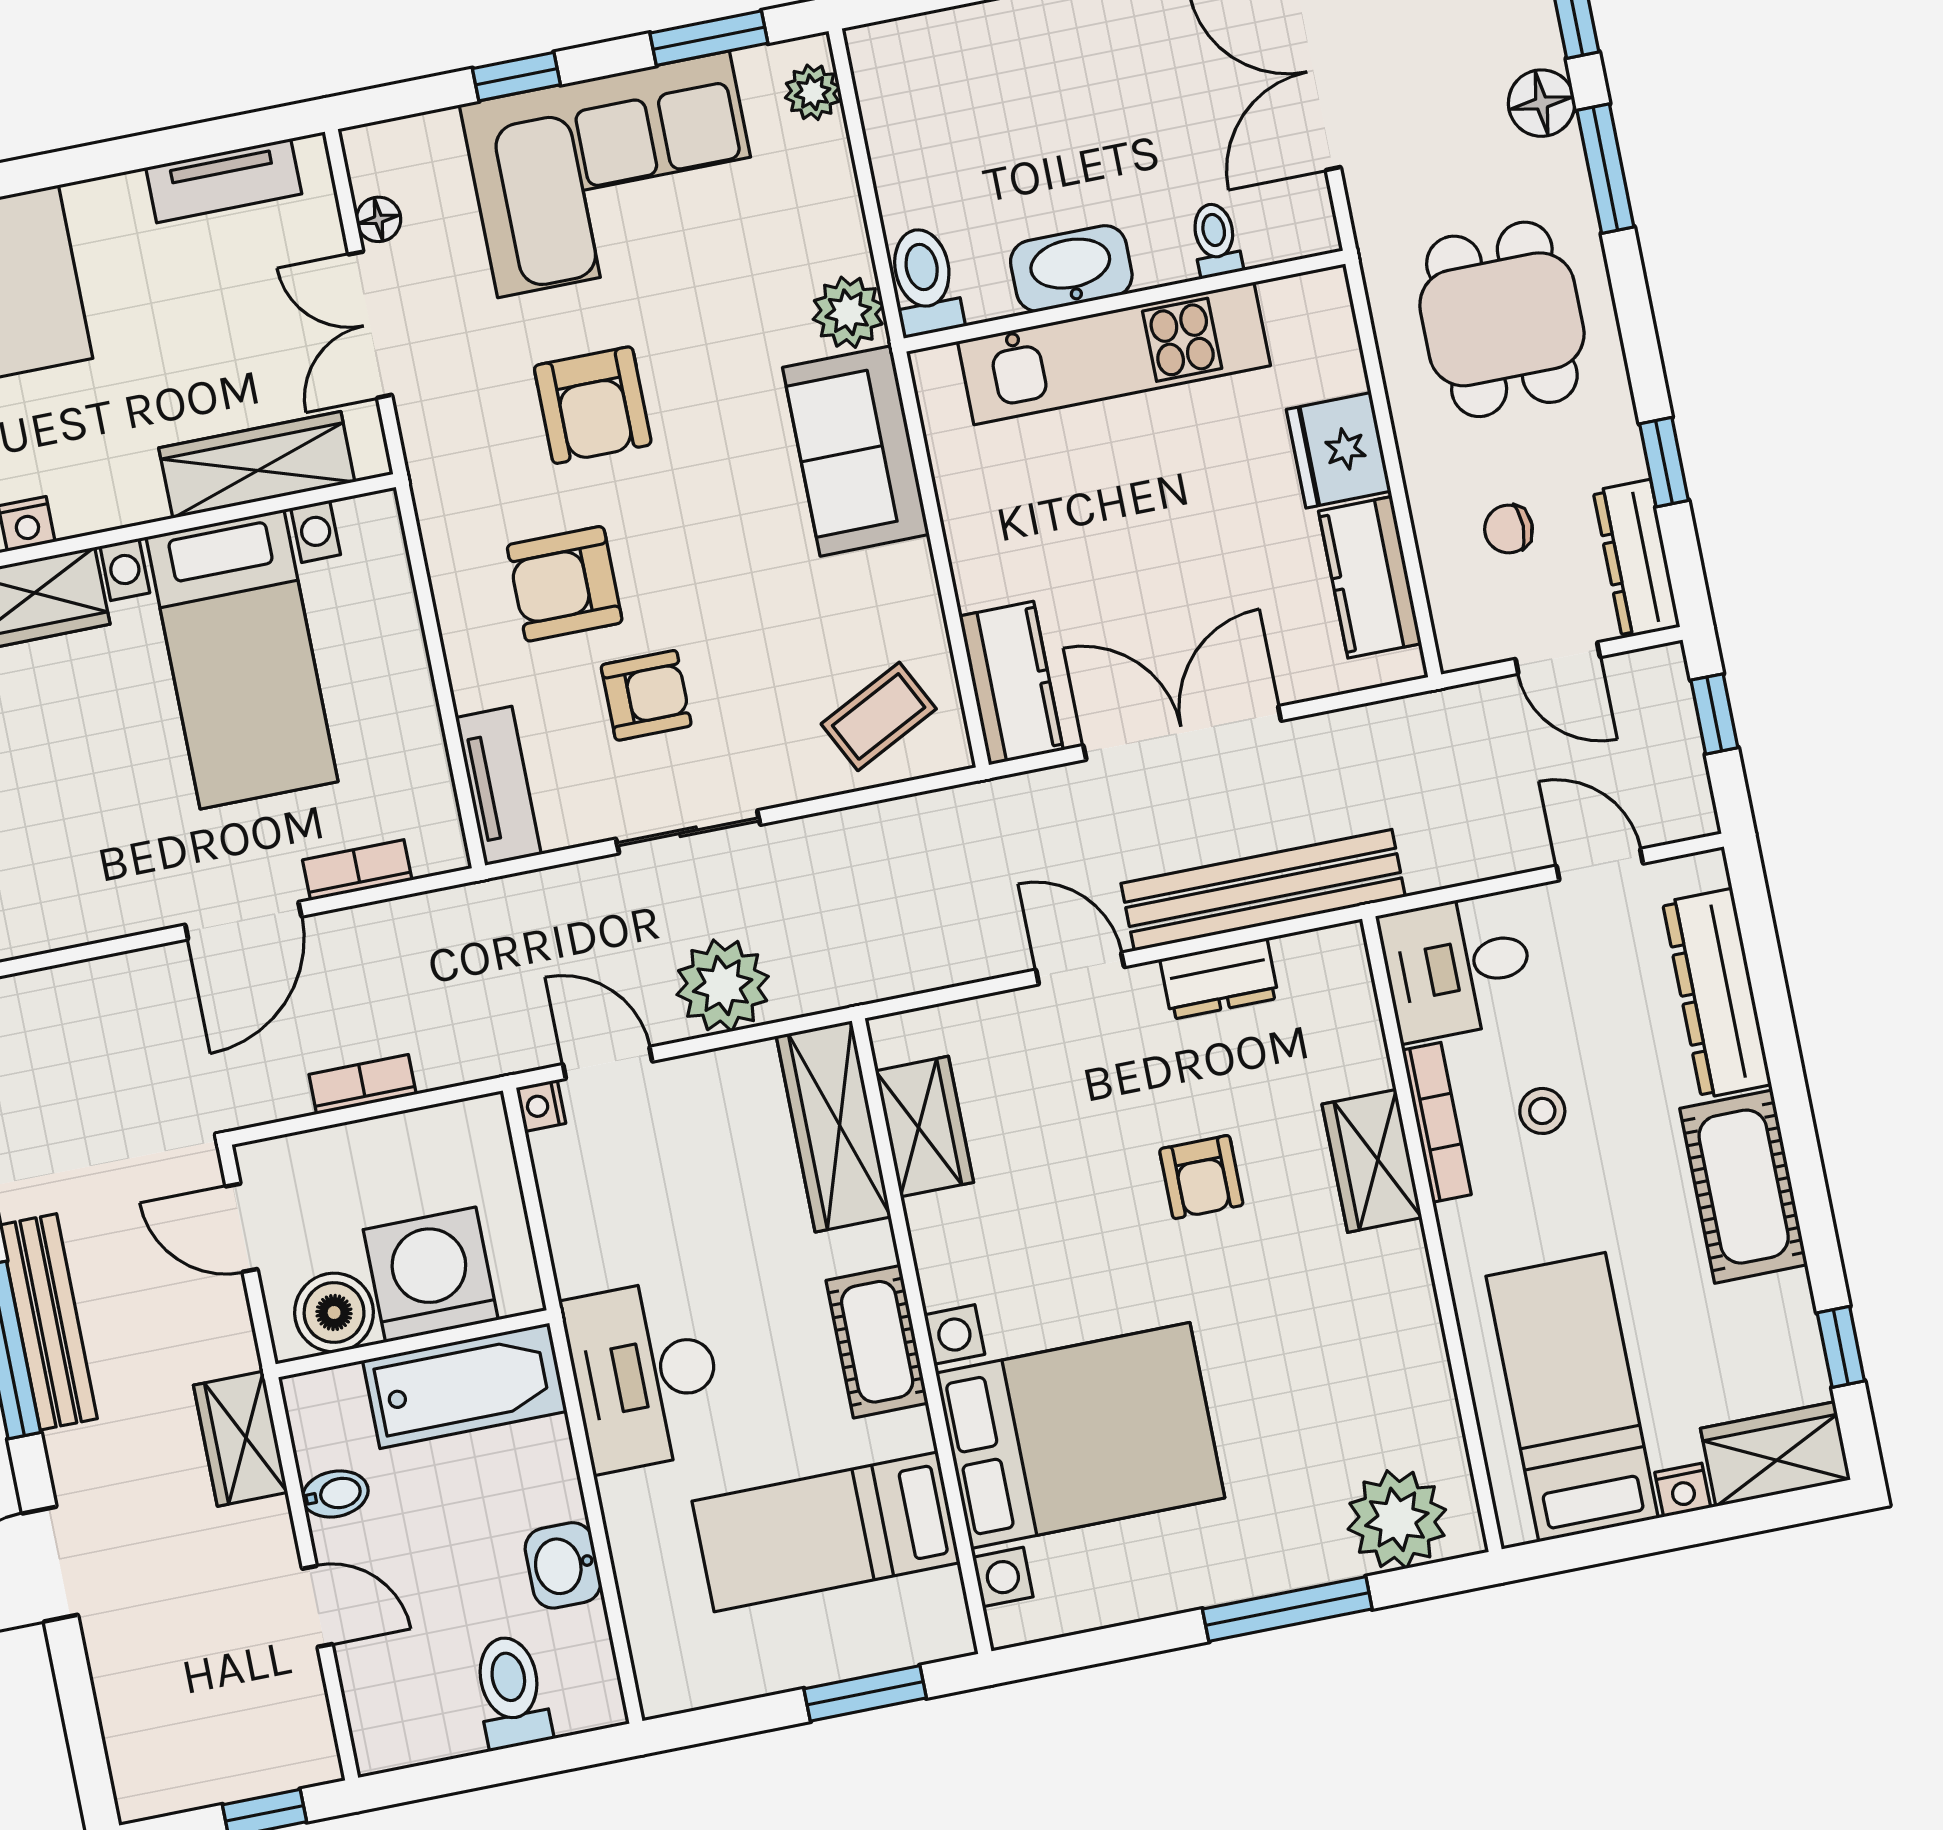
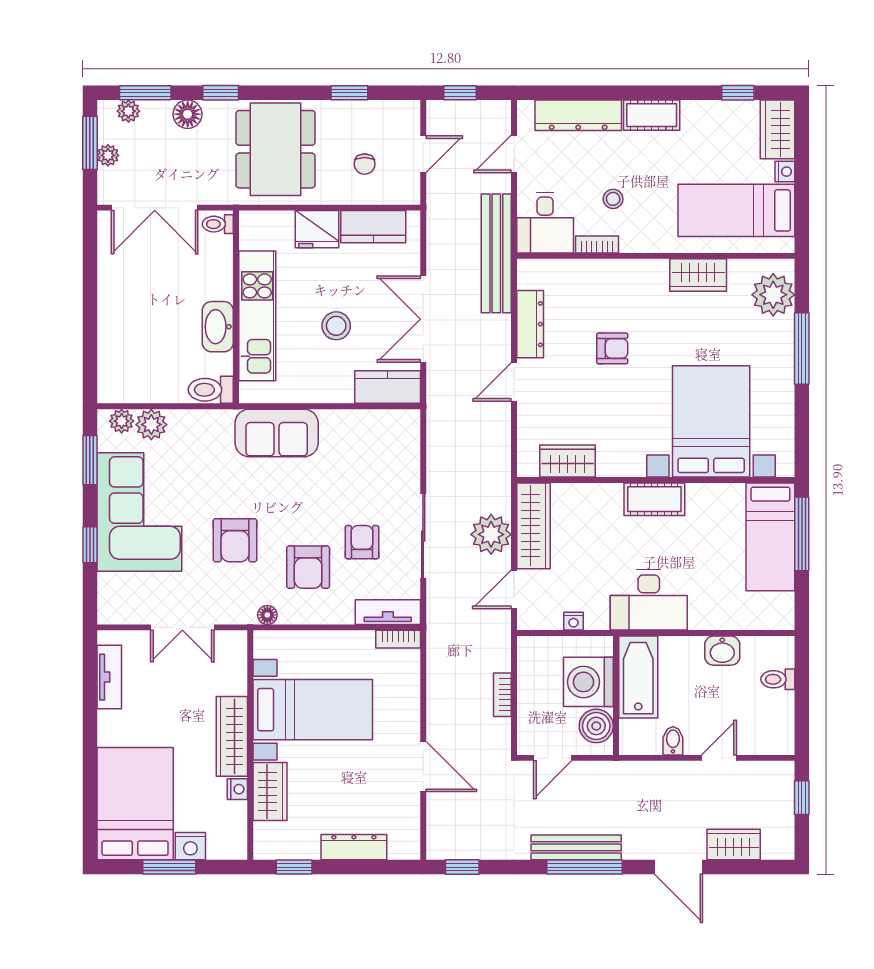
window: (1605, 169) -> (221, 93), width x0.67
floor lamp: (378, 219) -> (267, 615), moved
toilet: (1216, 240) -> (218, 224), moved
plant: (848, 312) -> (151, 425), moved
dining table: (1502, 319) -> (276, 149), width x1.38
armchair: (593, 405) -> (235, 540), turned 90
wardrobe: (257, 465) -> (232, 736), moved
stool: (1127, 538) -> (336, 326), added
dresser: (1636, 559) -> (388, 113), removed
coffee table: (879, 716) -> (391, 446), removed
sliding door: (688, 832) -> (423, 536), width x1.37
bookcase: (357, 870) -> (398, 639), moved, turned -90
bench: (1263, 890) -> (496, 253), moved
door: (243, 921) -> (423, 766), moved
dresser: (1219, 979) -> (530, 324), width x1.44
nightstand: (541, 1106) -> (573, 621), moved
bookcase: (1437, 1122) -> (597, 244), width x0.64
wardrobe: (834, 1126) -> (533, 526), moved, turned -90
wardrobe: (1372, 1161) -> (698, 275), moved
cot: (1744, 1187) -> (652, 115), width x0.73, depth x0.75
wardrobe: (240, 1439) -> (734, 845), moved, turned 180
bed: (826, 1532) -> (770, 537), moved
toilet: (511, 1692) -> (778, 679), width x0.73, depth x0.72
window: (865, 1693) -> (802, 534), width x1.44

